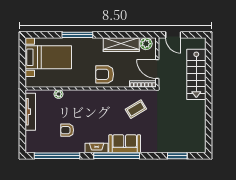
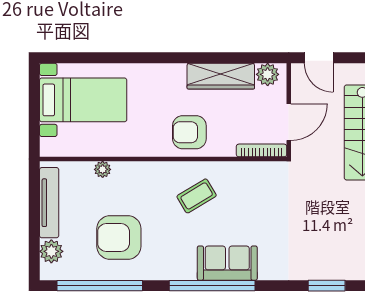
window: (77, 35) -> (138, 58), removed
door: (157, 69) -> (289, 122), swing flipped
coffee table: (136, 109) -> (197, 196), moved
armchair: (67, 130) -> (119, 237), width x1.88, depth x1.88
plant: (31, 138) -> (51, 251), added
fireplace: (97, 148) -> (174, 271), removed

